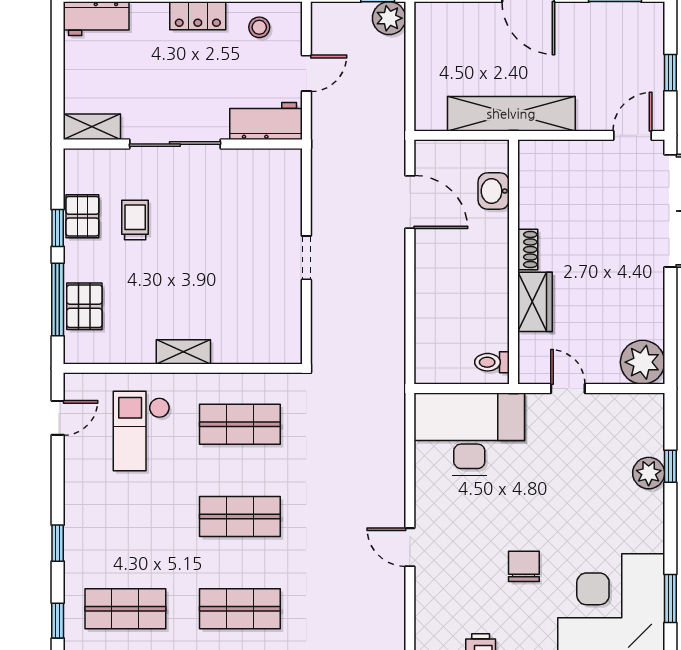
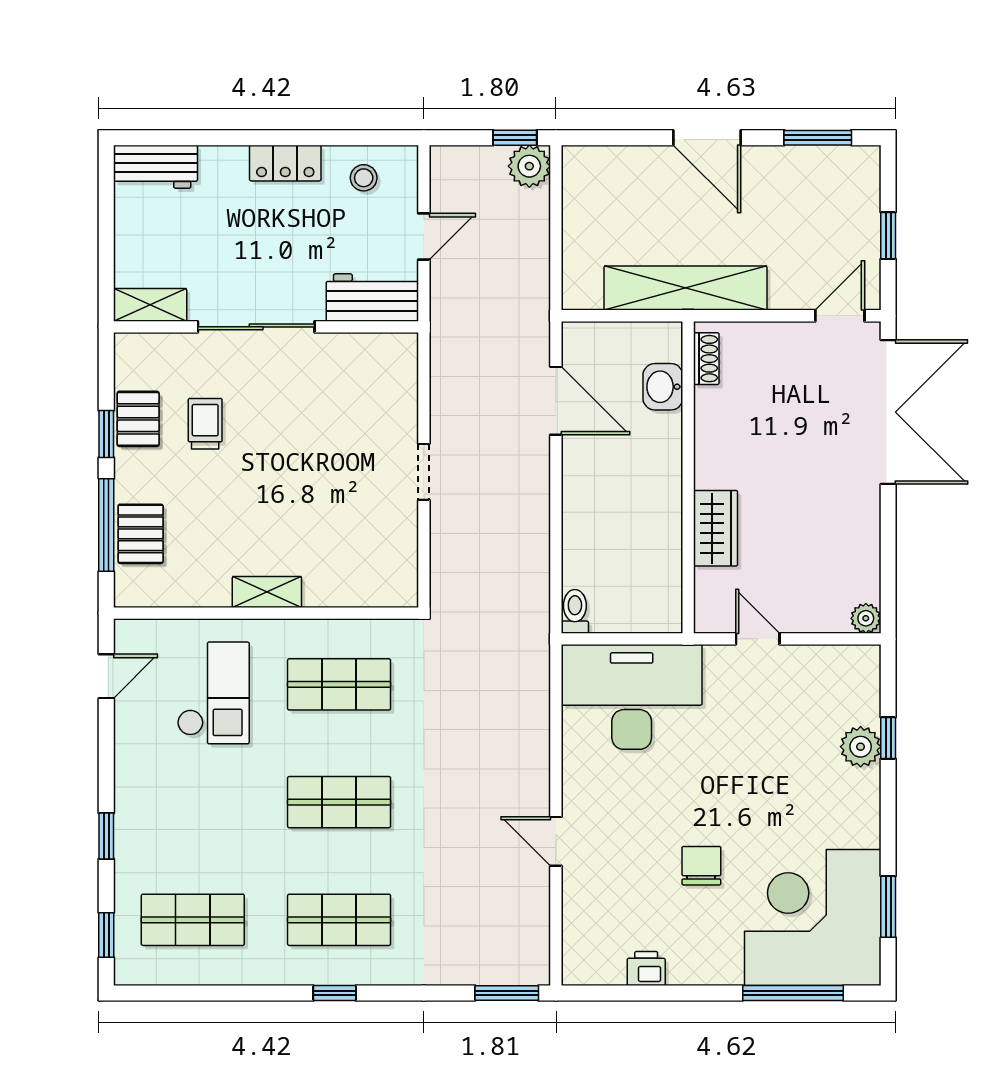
shoe rack: (528, 250) -> (706, 359), moved
toilet: (492, 362) -> (575, 611), moved, turned 90
plant: (642, 362) -> (866, 618), width x0.53, depth x0.53
checkout: (141, 431) -> (213, 693), turned 180

